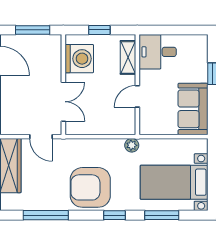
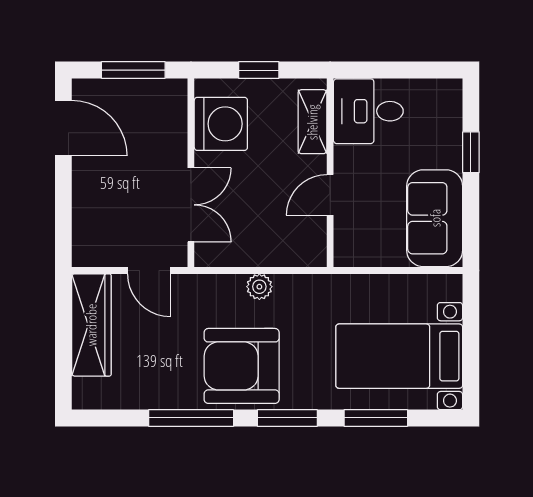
plant: (132, 145) -> (259, 287), moved
window: (46, 215) -> (191, 418), moved
window: (115, 215) -> (287, 418), width x1.50

